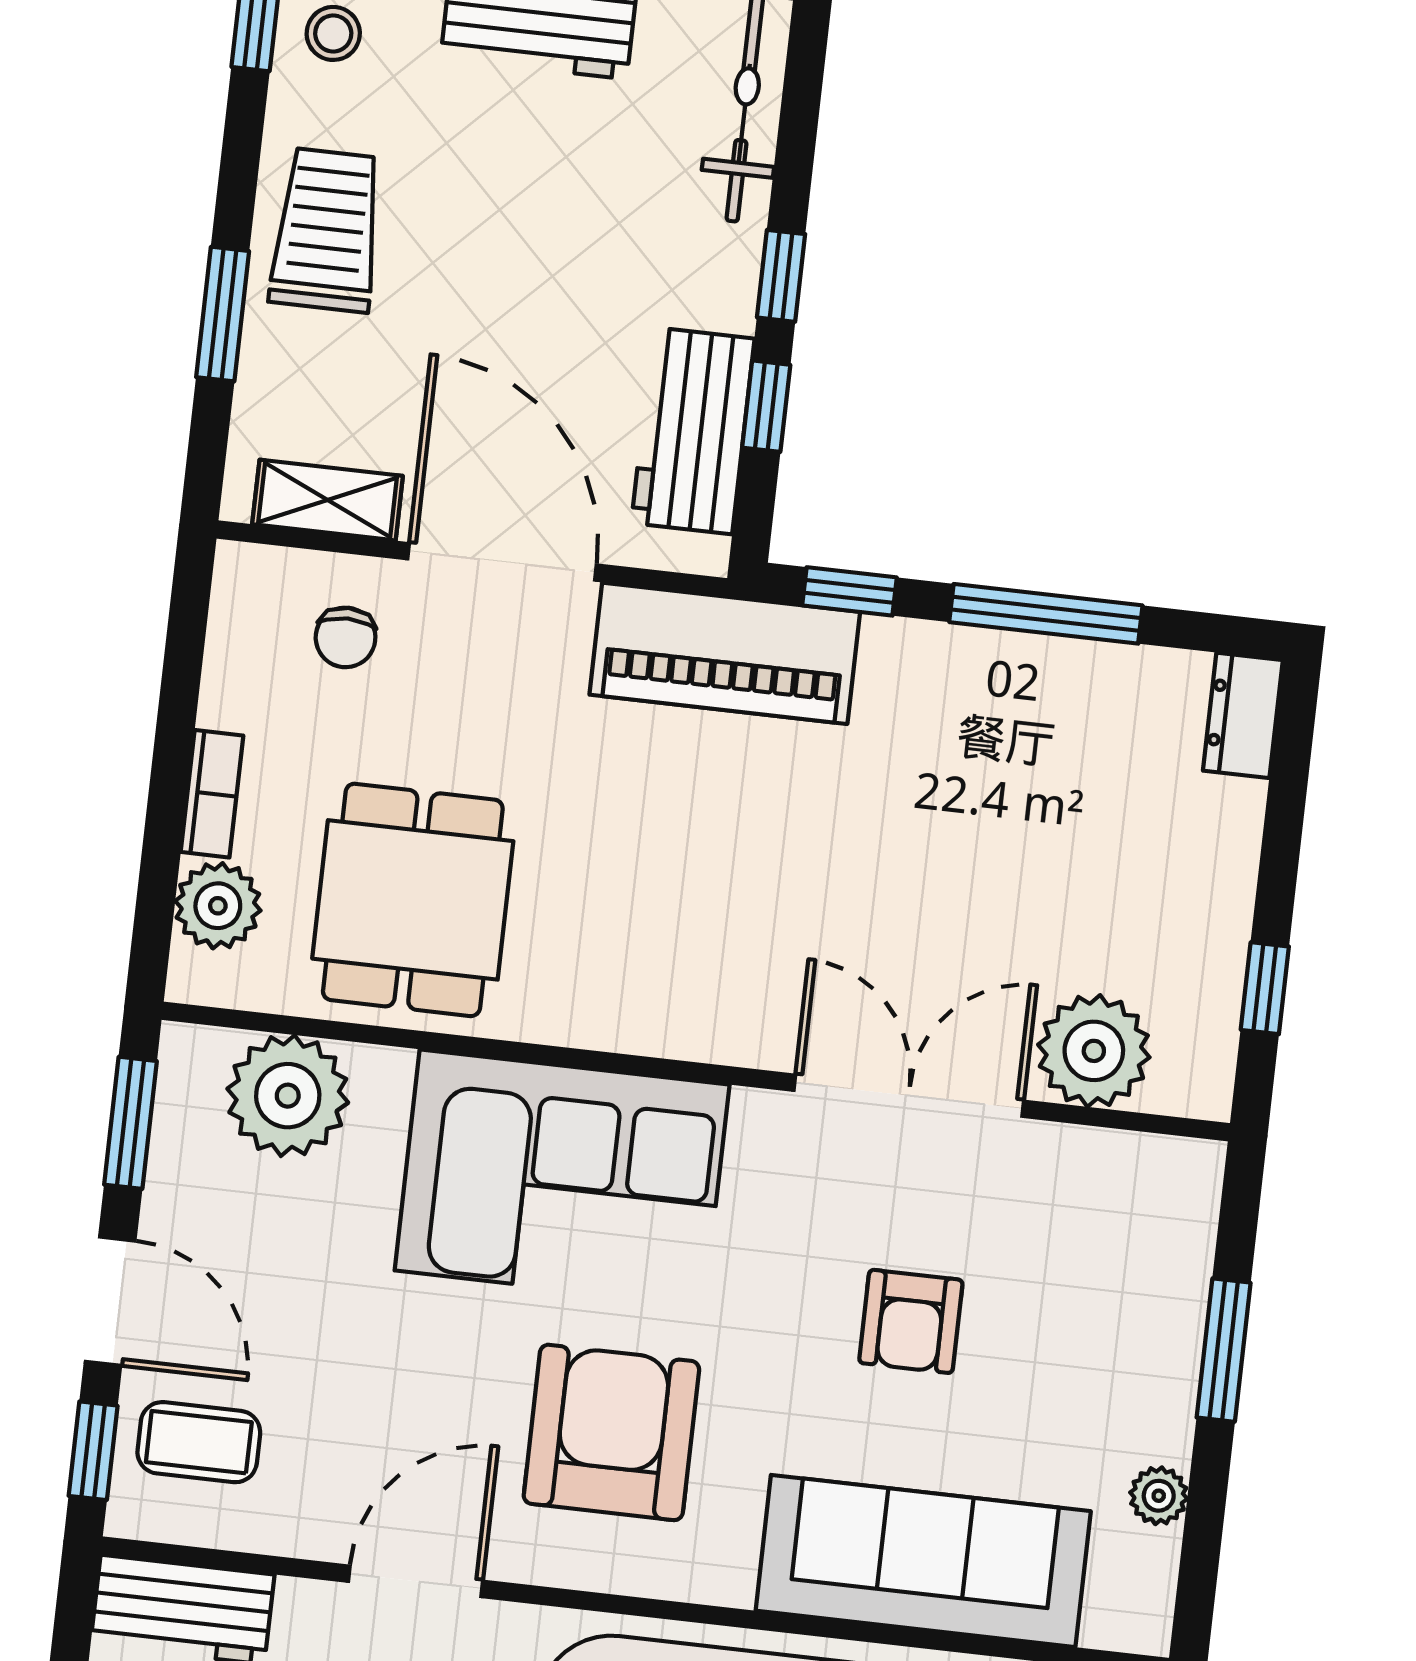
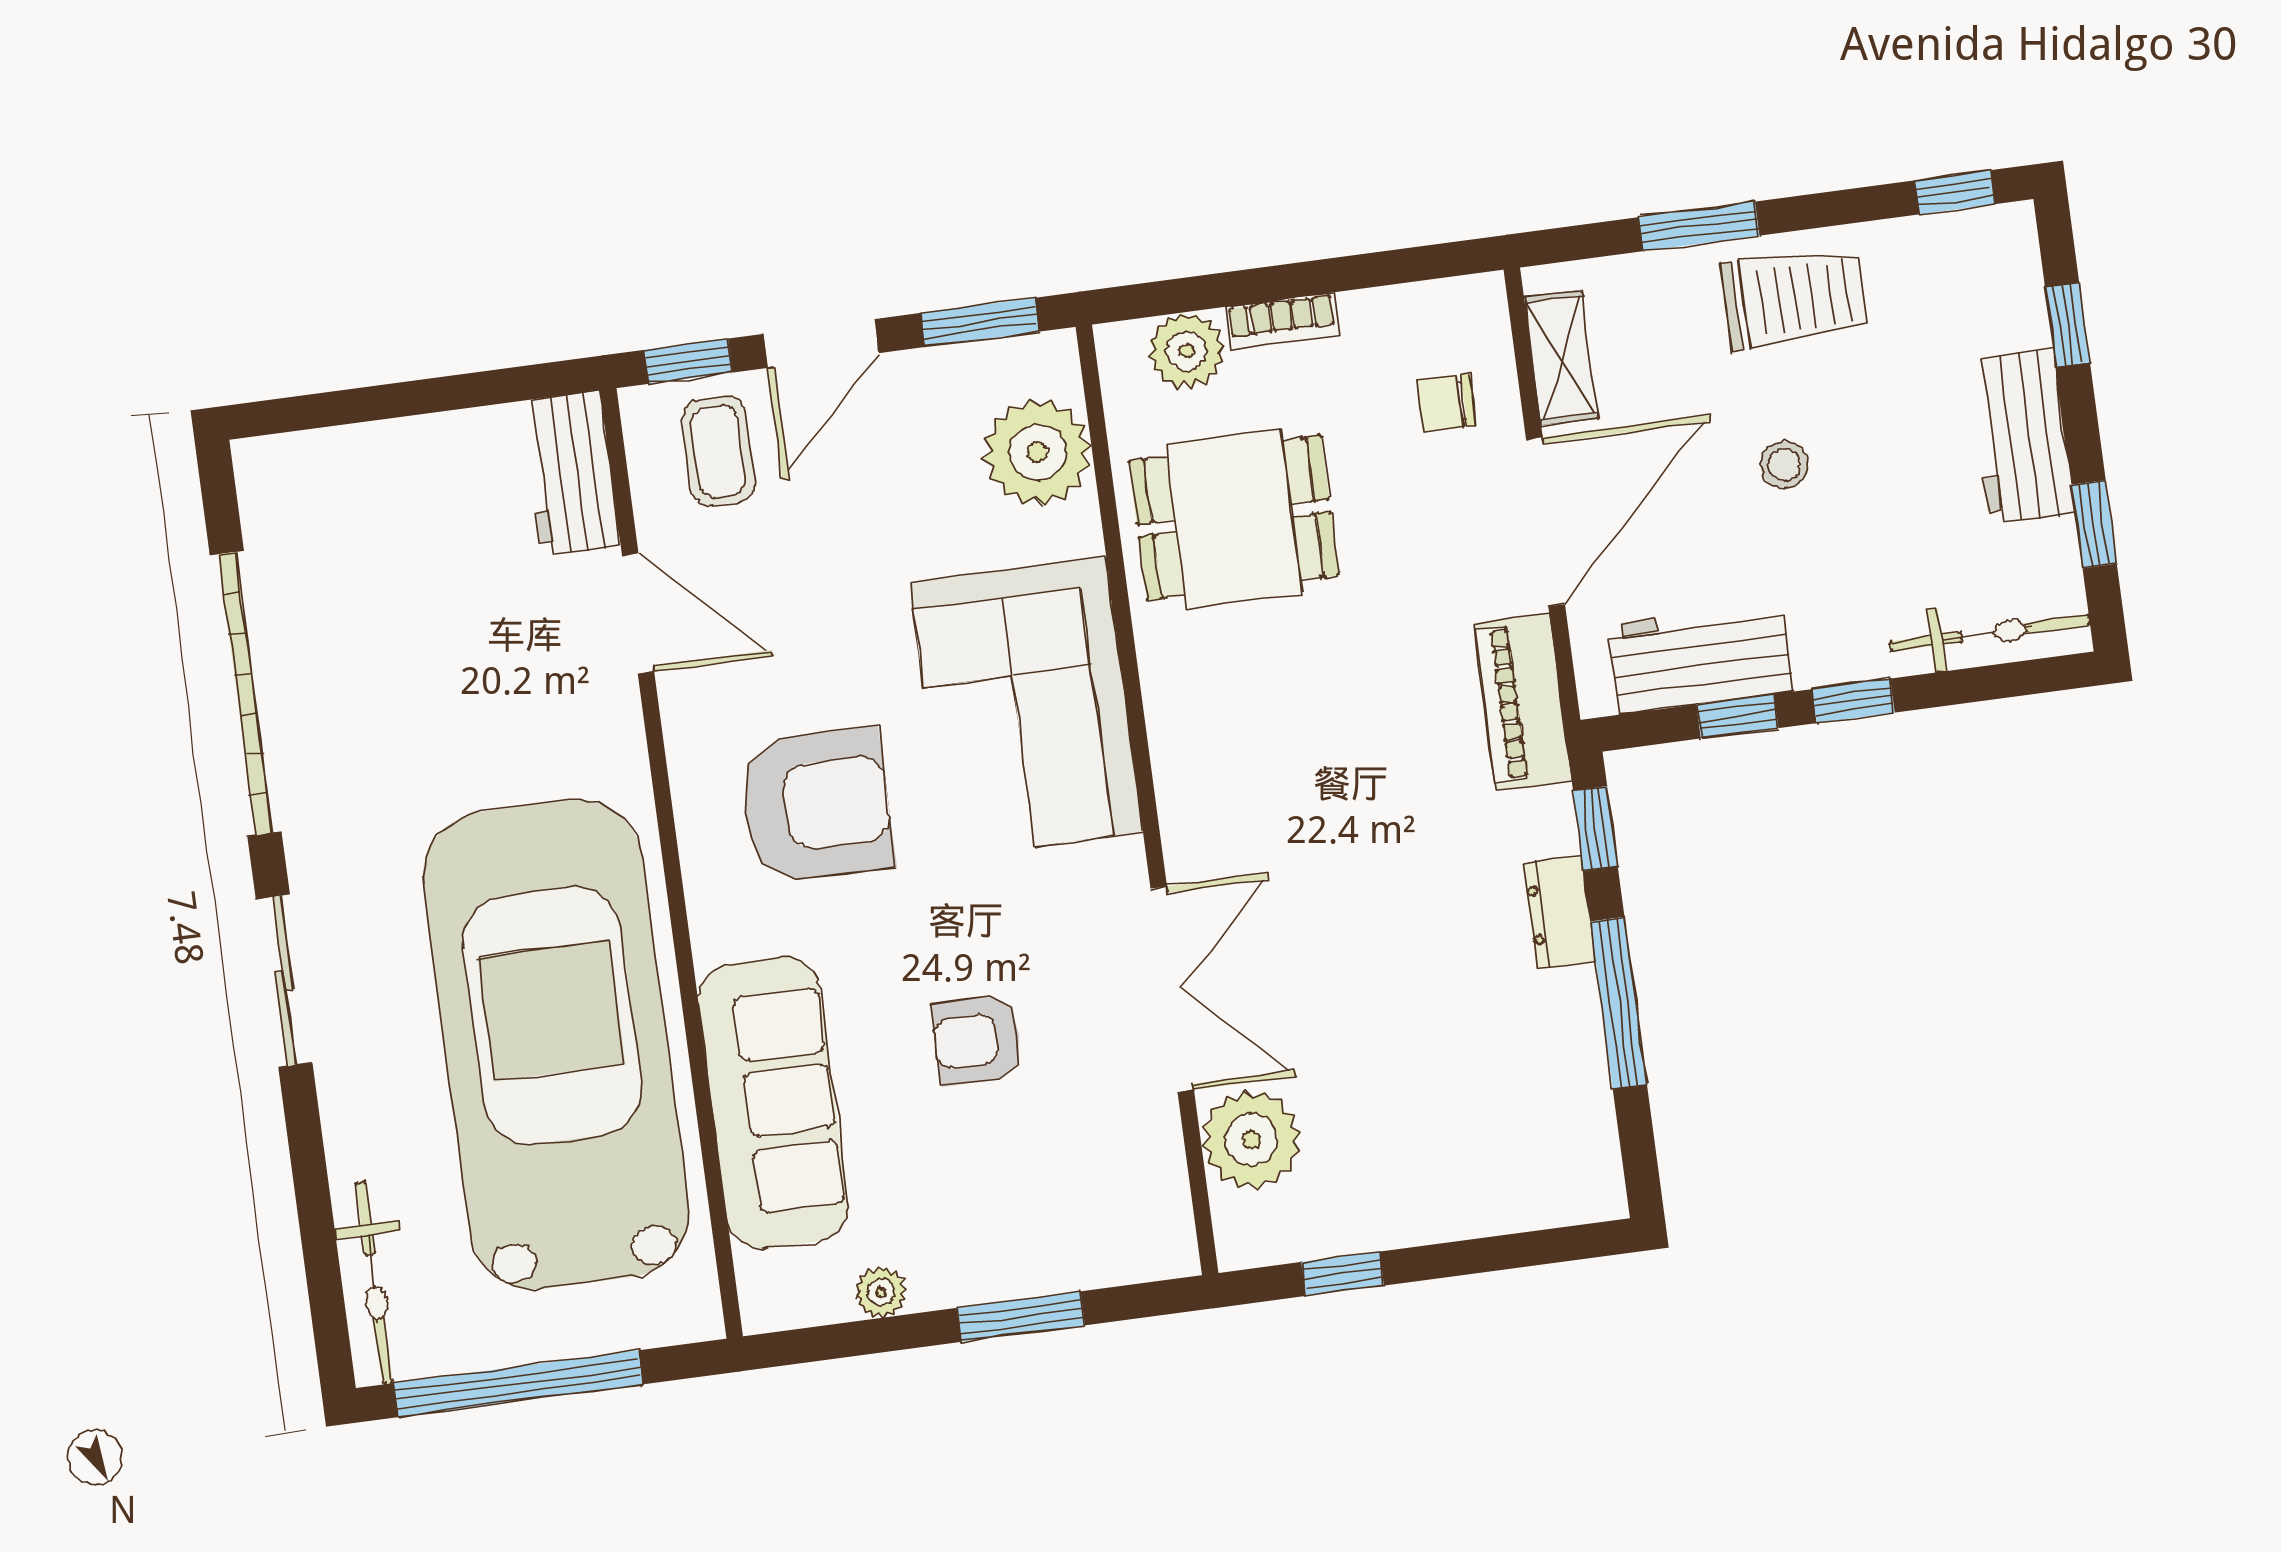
stool: (333, 33) -> (1784, 465), moved
piano: (725, 653) -> (1523, 702), width x0.73, depth x0.75
dresser: (1243, 715) -> (1559, 912), moved, turned -90
door: (415, 1581) -> (638, 614), moved

